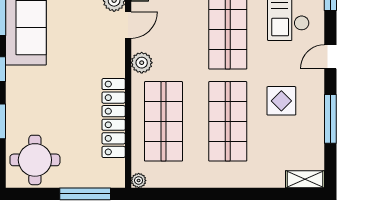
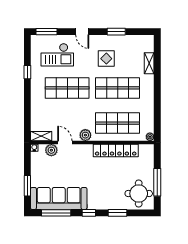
window: (330, 119) -> (116, 32), width x0.69
shelving: (305, 179) -> (149, 63), moved
window: (85, 194) -> (157, 182), moved

